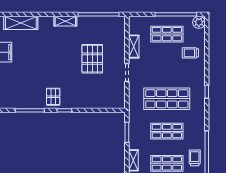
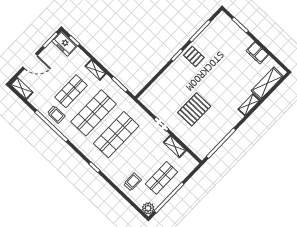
shelving: (65, 21) -> (249, 105), moved
pallet: (92, 59) -> (194, 109), turned 90
shop shelf: (167, 131) -> (94, 113), width x1.43, depth x1.36

